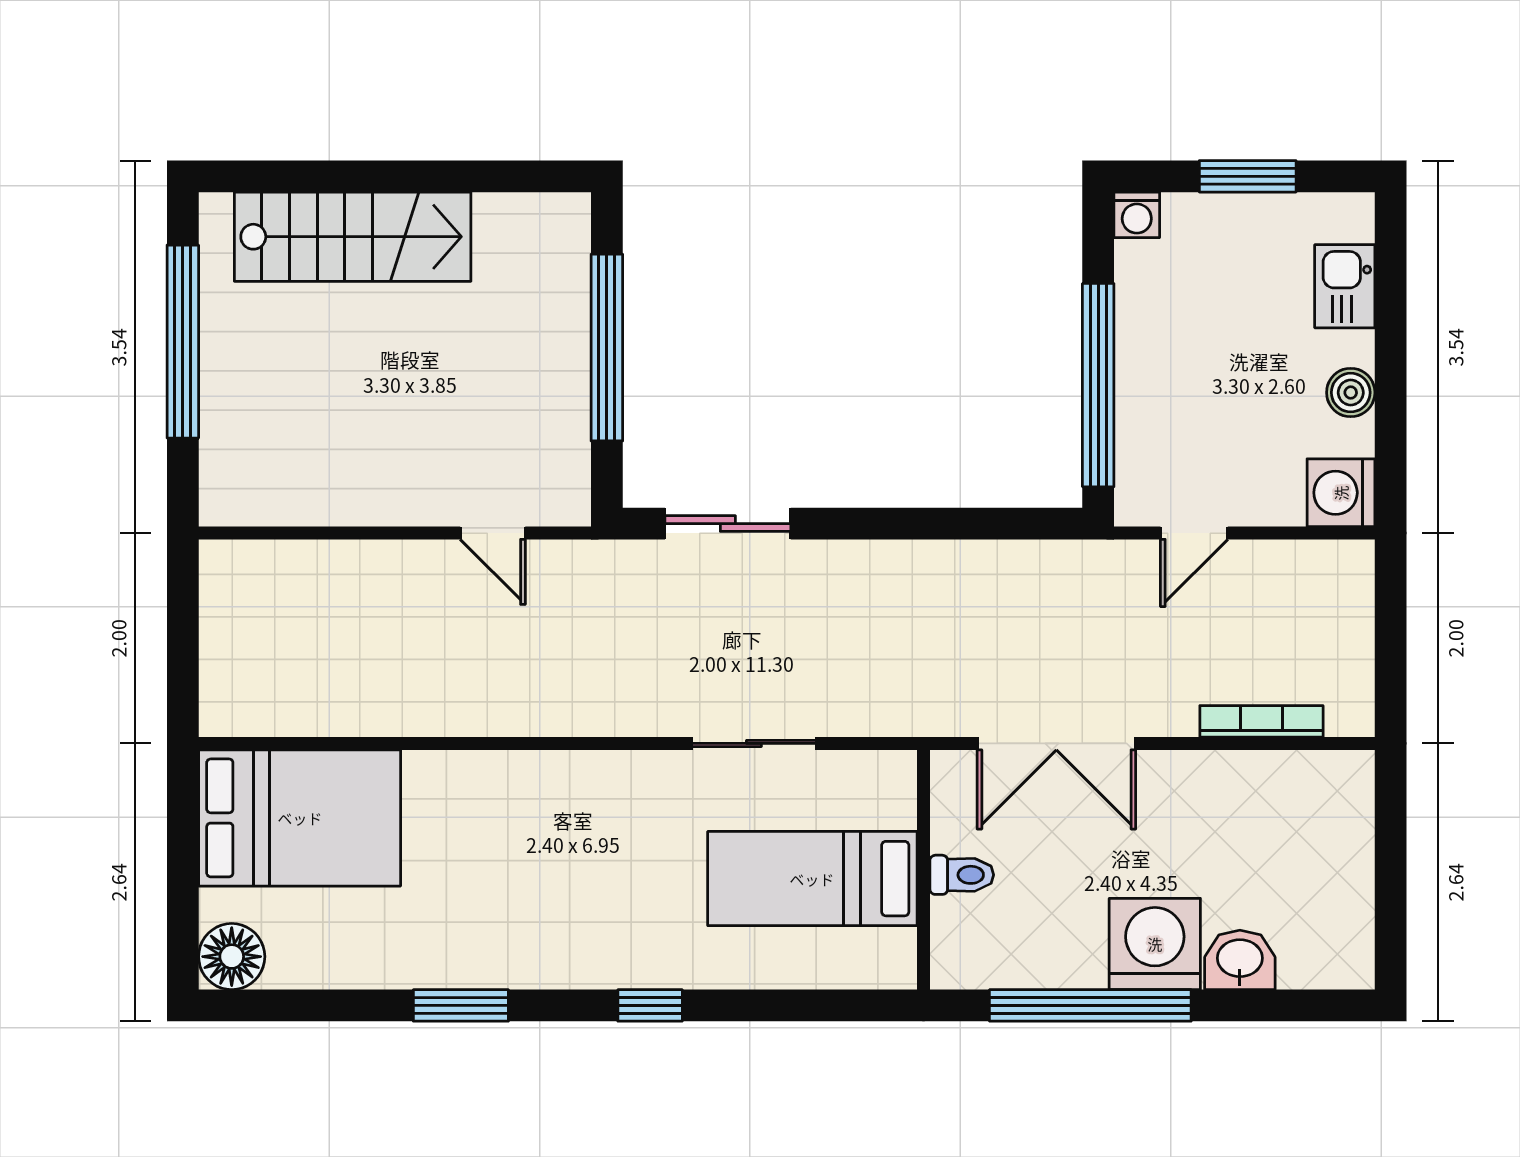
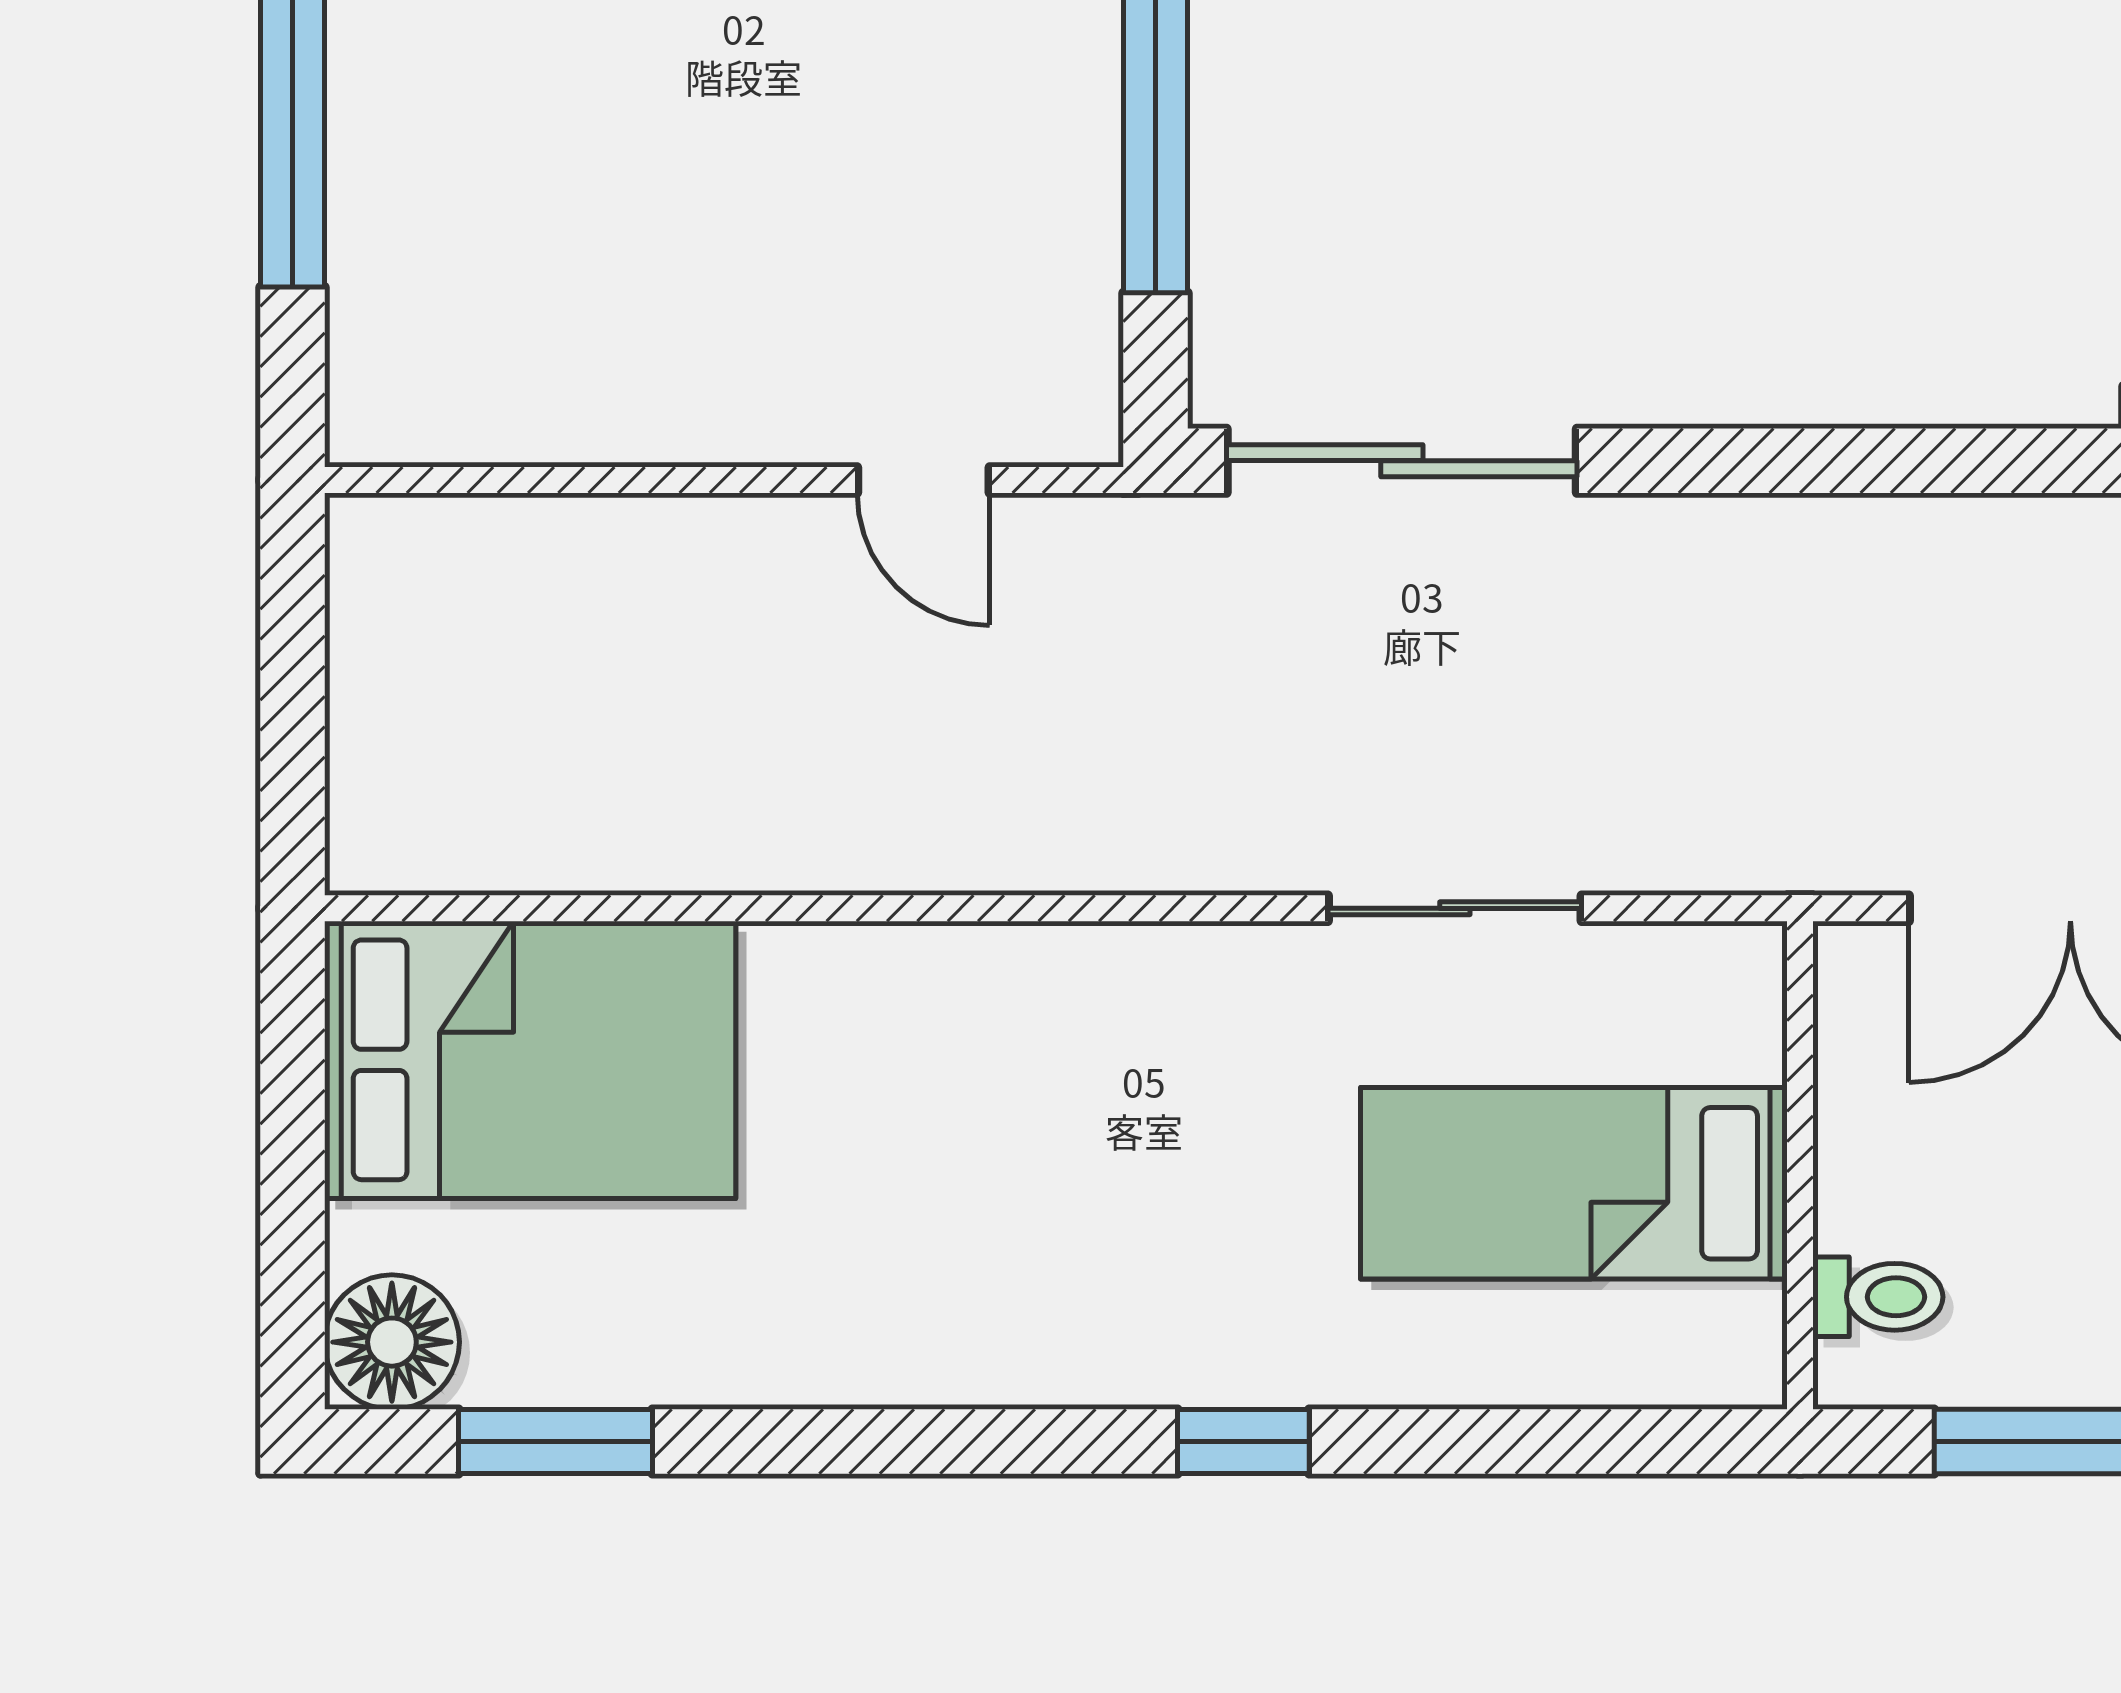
sliding door: (728, 524) -> (1402, 461), width x1.37
toilet: (962, 875) -> (1878, 1297), moved
window: (461, 1005) -> (556, 1441), moved

